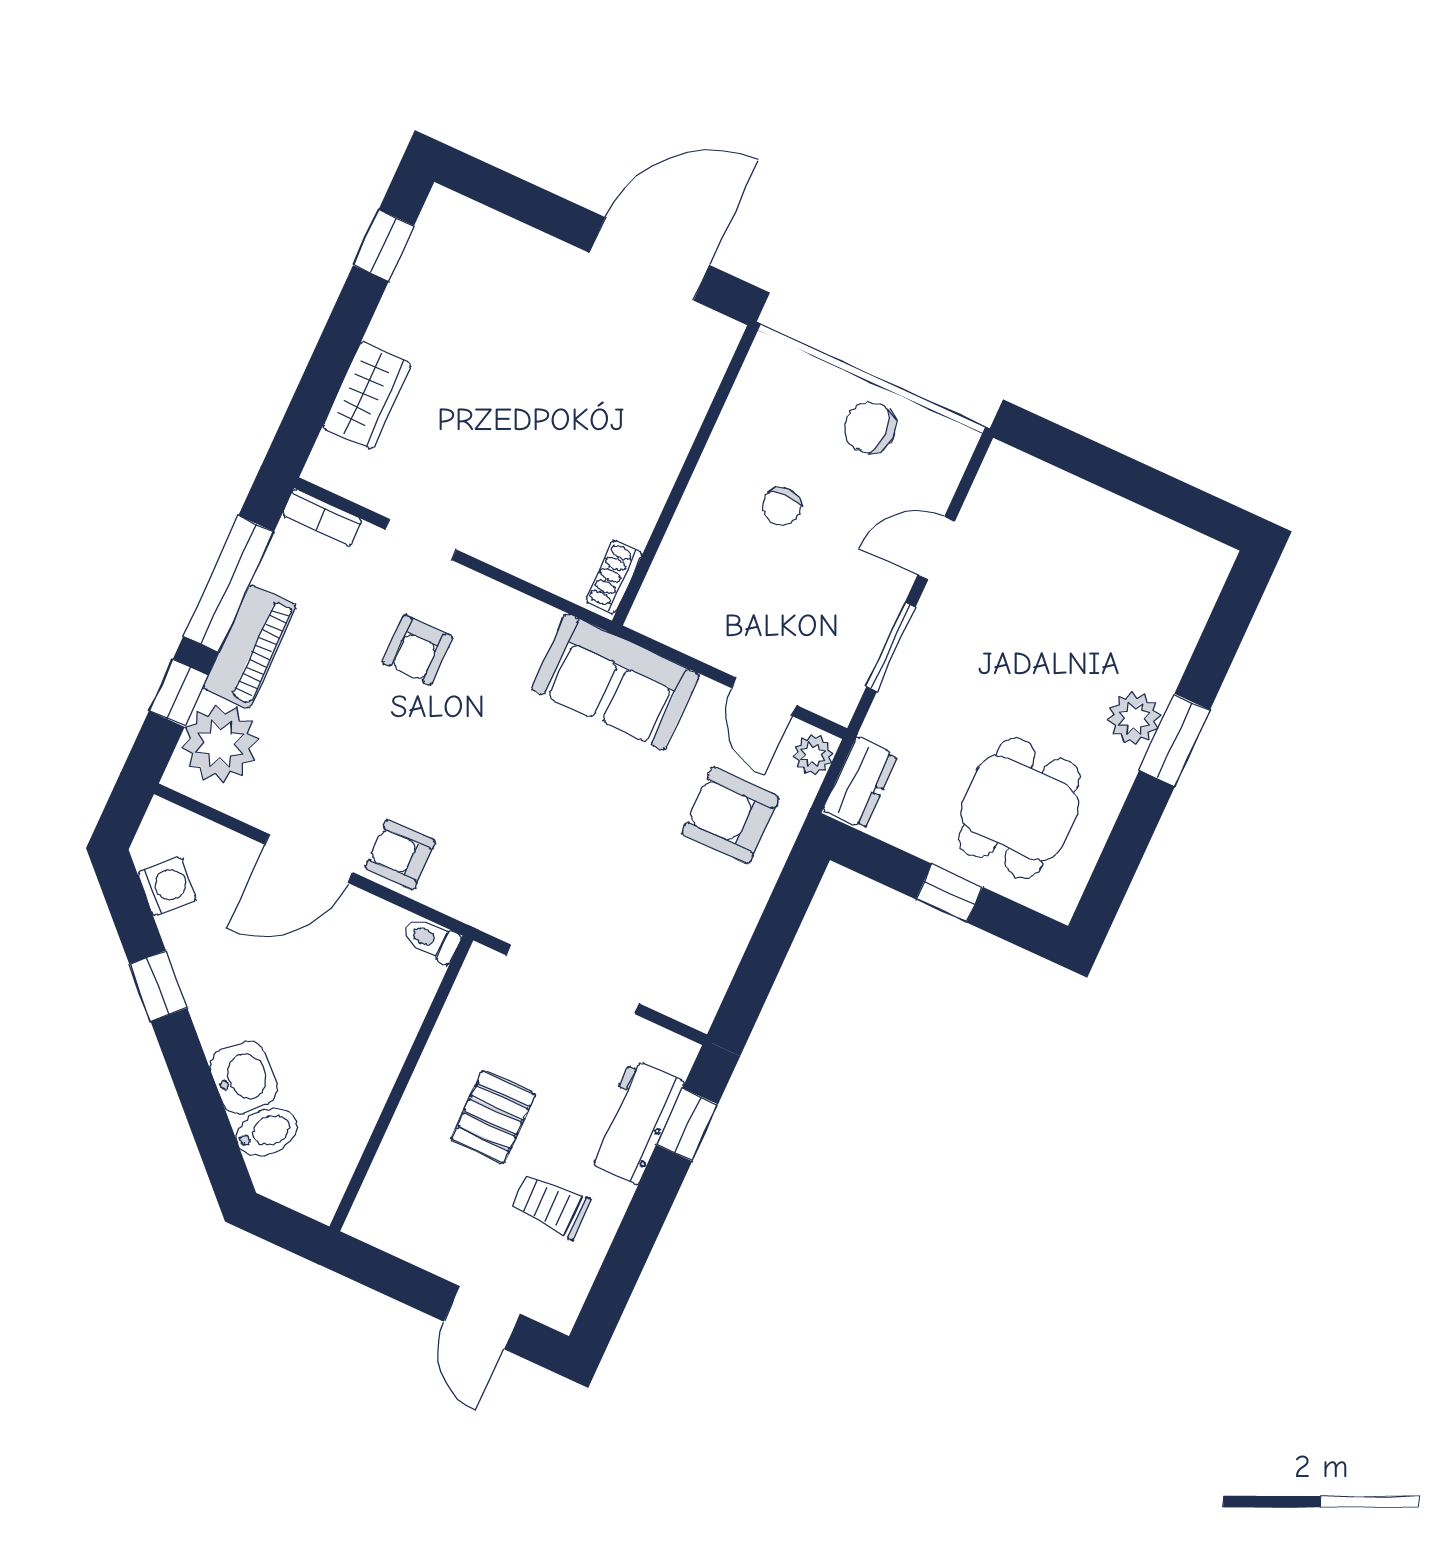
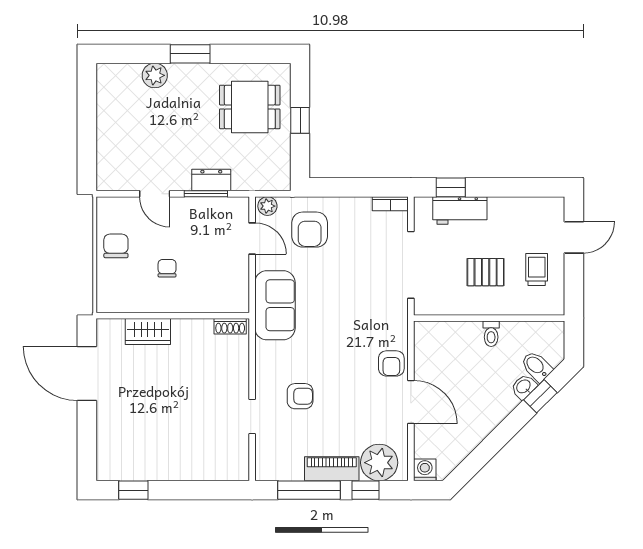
wardrobe: (367, 395) -> (148, 332), moved, turned 180
chair: (870, 427) -> (116, 246), turned 180
chair: (782, 506) -> (167, 268), turned -90
bookcase: (322, 517) -> (390, 204), moved, turned 90
door: (764, 697) -> (252, 238), hinge flipped
plant: (1134, 718) -> (155, 75), moved
dresser: (860, 783) -> (211, 180), moved
washing machine: (167, 886) -> (425, 470), moved, turned 45
toilet: (431, 939) -> (491, 334), moved
window: (158, 986) -> (540, 396), moved
washbasin: (243, 1078) -> (524, 387), width x0.72, depth x0.69
trolley: (551, 1205) -> (537, 269), moved, turned 180

